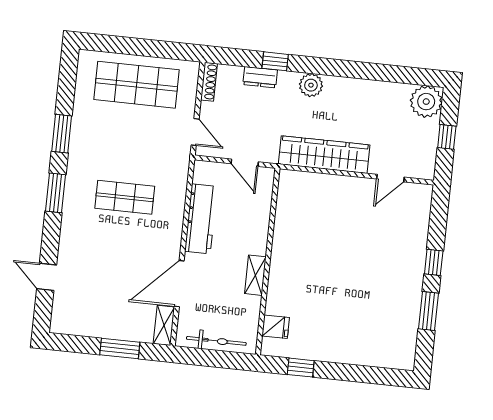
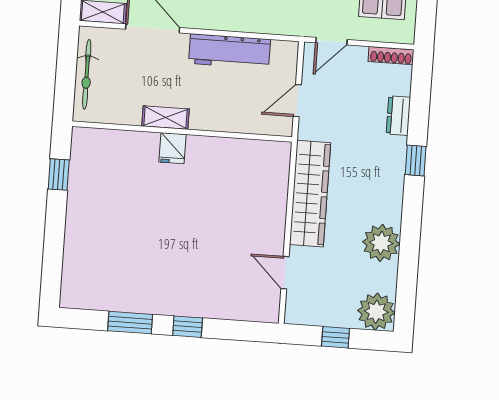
window: (275, 61) -> (416, 161), moved
plant: (311, 85) -> (381, 243), moved, width x1.36, depth x1.36
fridge: (276, 327) -> (172, 148), moved

